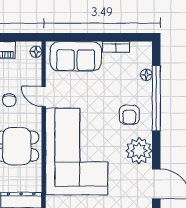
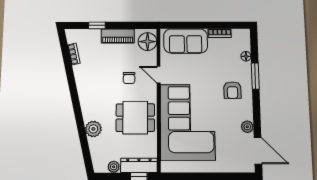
floor lamp: (36, 52) -> (148, 42), width x1.89, depth x1.89
window: (156, 98) -> (255, 76), width x0.47
plant: (139, 151) -> (247, 127), width x0.53, depth x0.53

